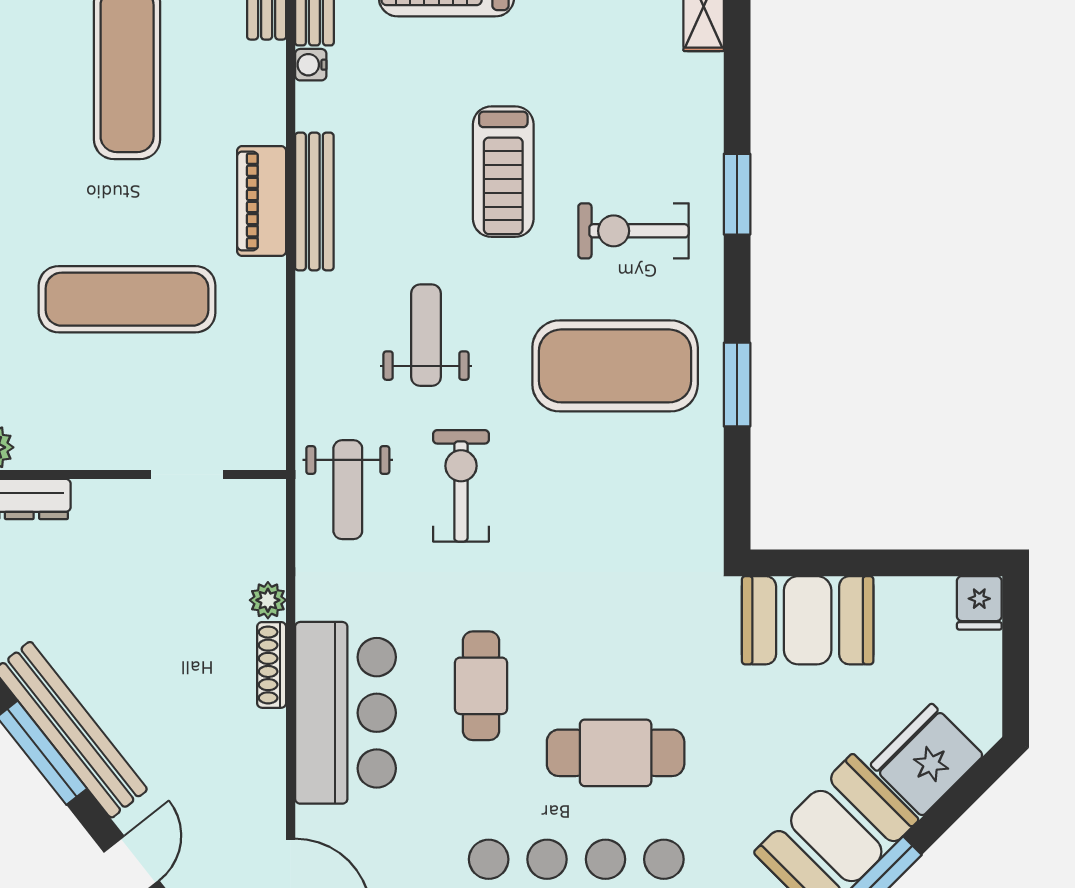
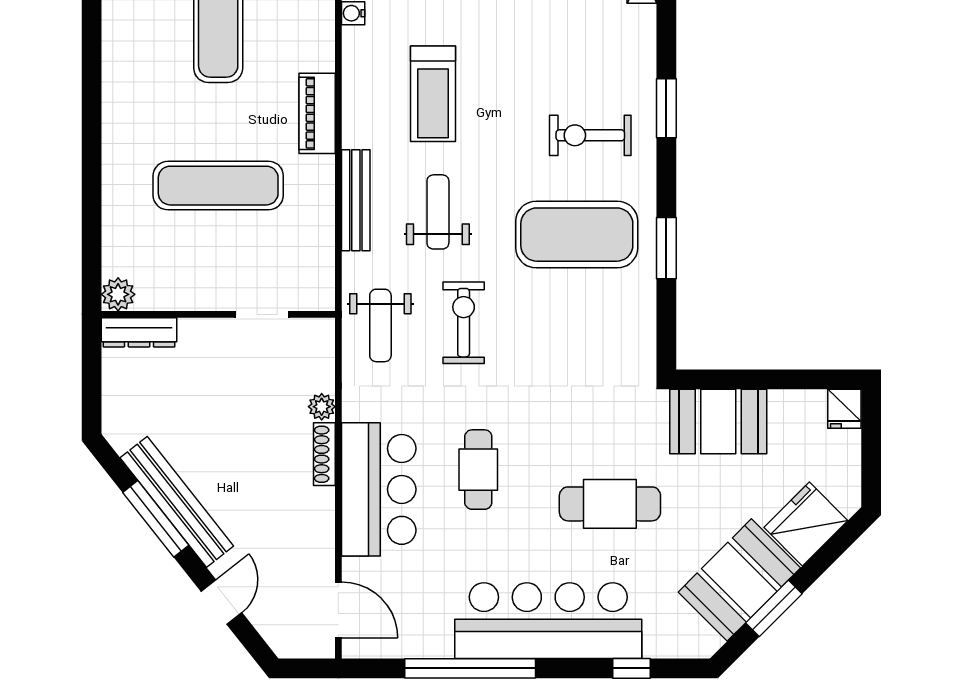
treadmill: (503, 172) -> (433, 94), moved
bench: (314, 202) -> (356, 200), moved
cafe table: (616, 753) -> (610, 504), moved

